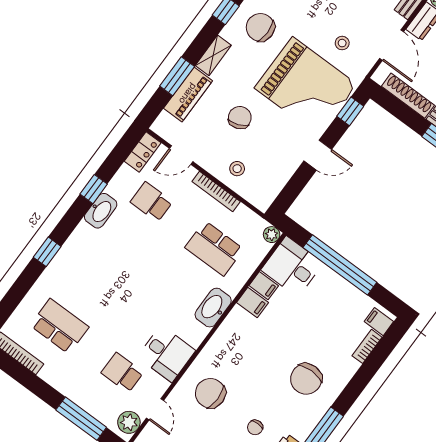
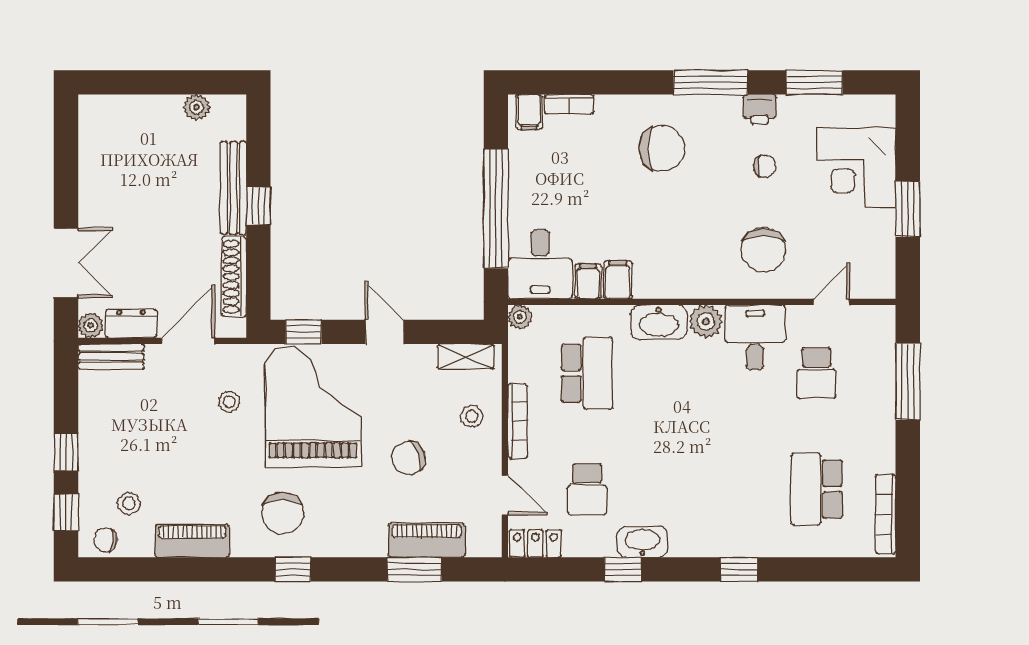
shelving: (213, 55) -> (466, 357), moved
plant: (129, 422) -> (706, 321), moved

